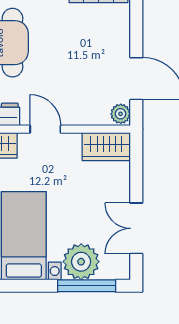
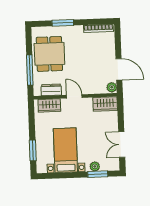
plant: (81, 262) -> (95, 166), width x0.53, depth x0.53
window: (87, 286) -> (98, 174), width x0.69

